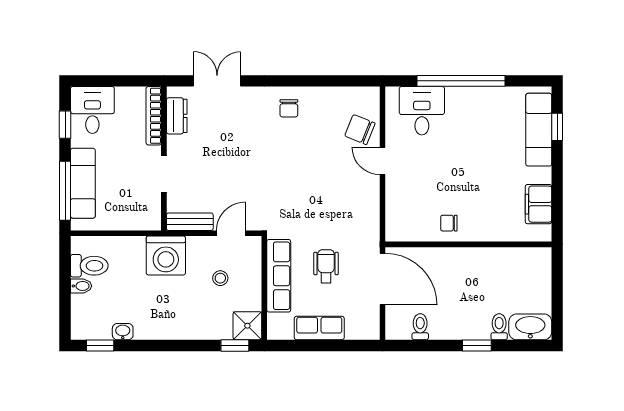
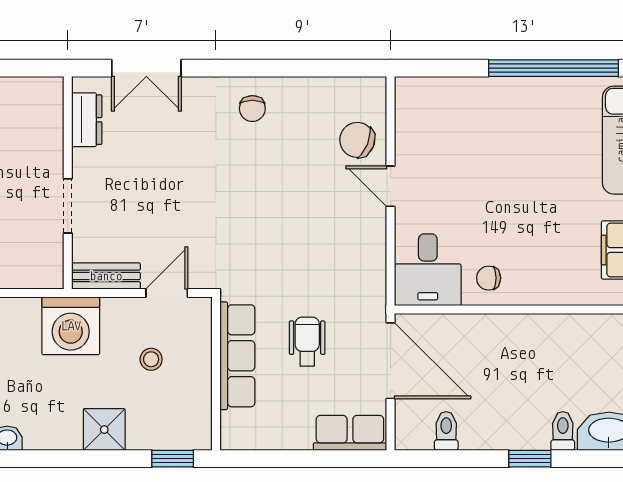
double door: (217, 81) -> (146, 68), swing flipped
window: (461, 81) -> (554, 68), moved
desk: (422, 111) -> (428, 270), moved, turned 180
bookcase: (154, 116) -> (53, 120), removed
shower: (247, 326) -> (104, 430), moved
row of seats: (319, 328) -> (350, 433), moved

